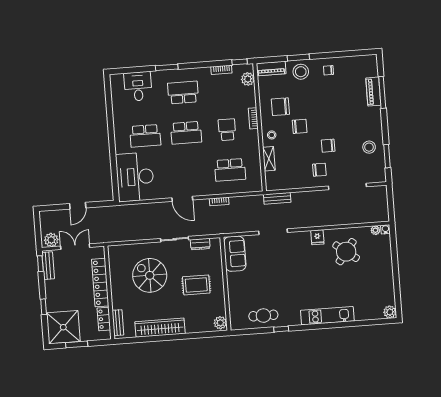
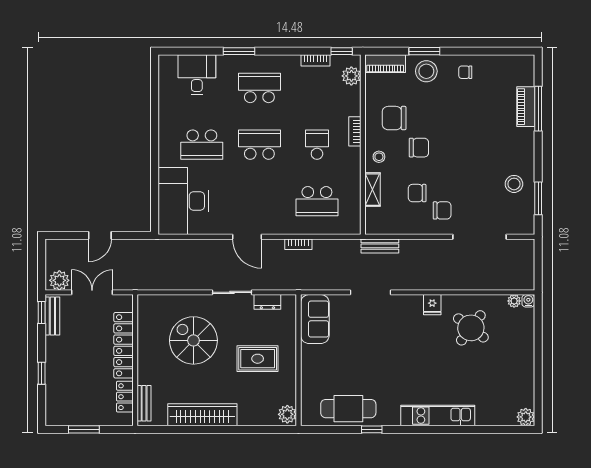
school desk: (186, 133) -> (259, 145), turned 180
chair: (328, 146) -> (417, 193), moved
cafe table: (263, 316) -> (348, 409), width x1.37, depth x1.35
shower: (63, 327) -> (67, 404), removed

